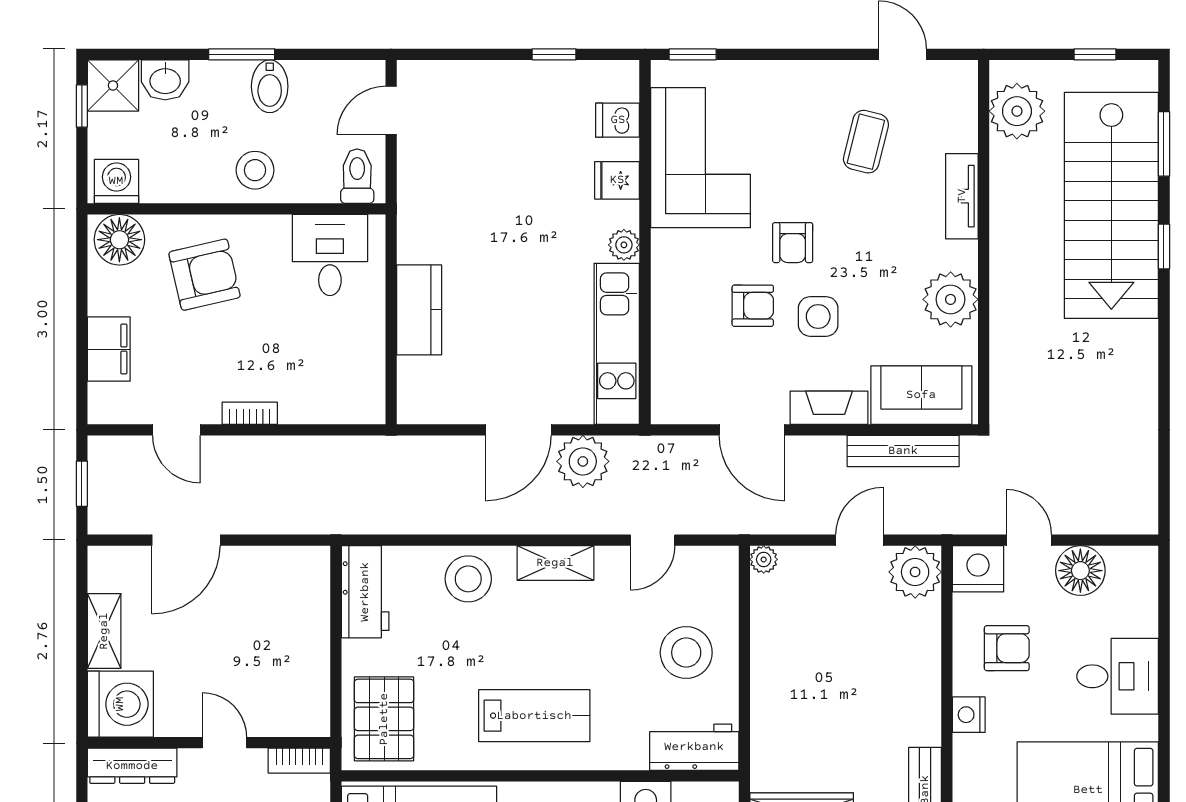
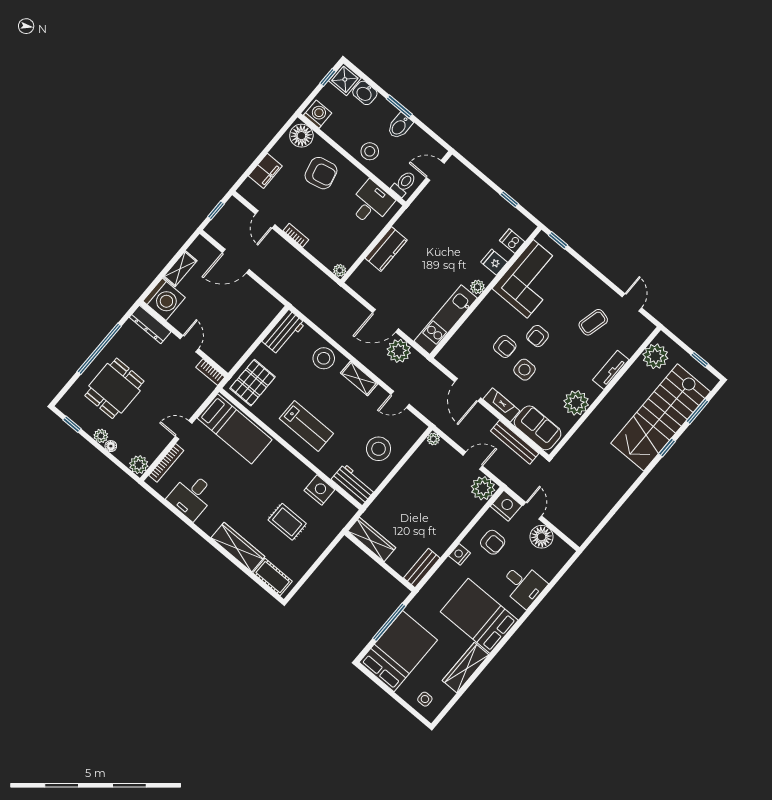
plant: (372, 410) -> (340, 270), added

